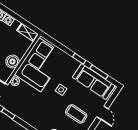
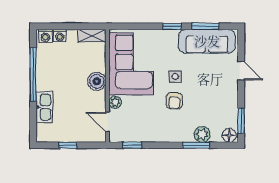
armchair: (51, 104) -> (174, 101), added
coffee table: (76, 114) -> (212, 93), removed

